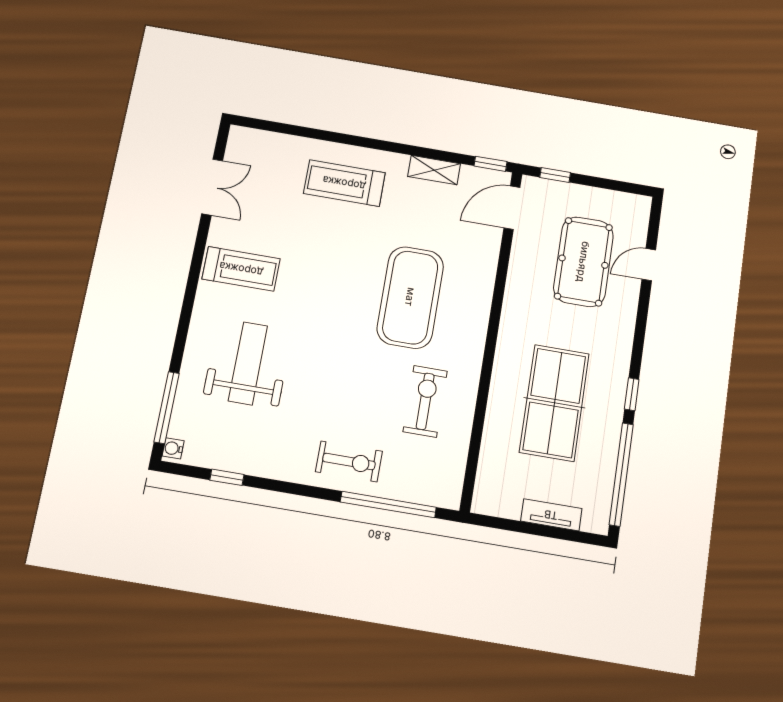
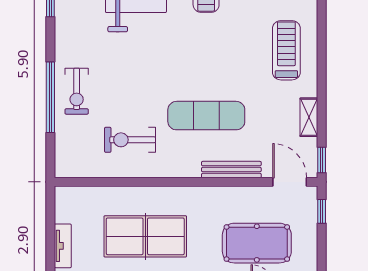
bench: (485, 278) -> (231, 170), added
exercise mat: (410, 297) -> (206, 116), width x0.68
exercise bike: (425, 401) -> (130, 140), turned 180
window: (388, 505) -> (50, 97), moved

